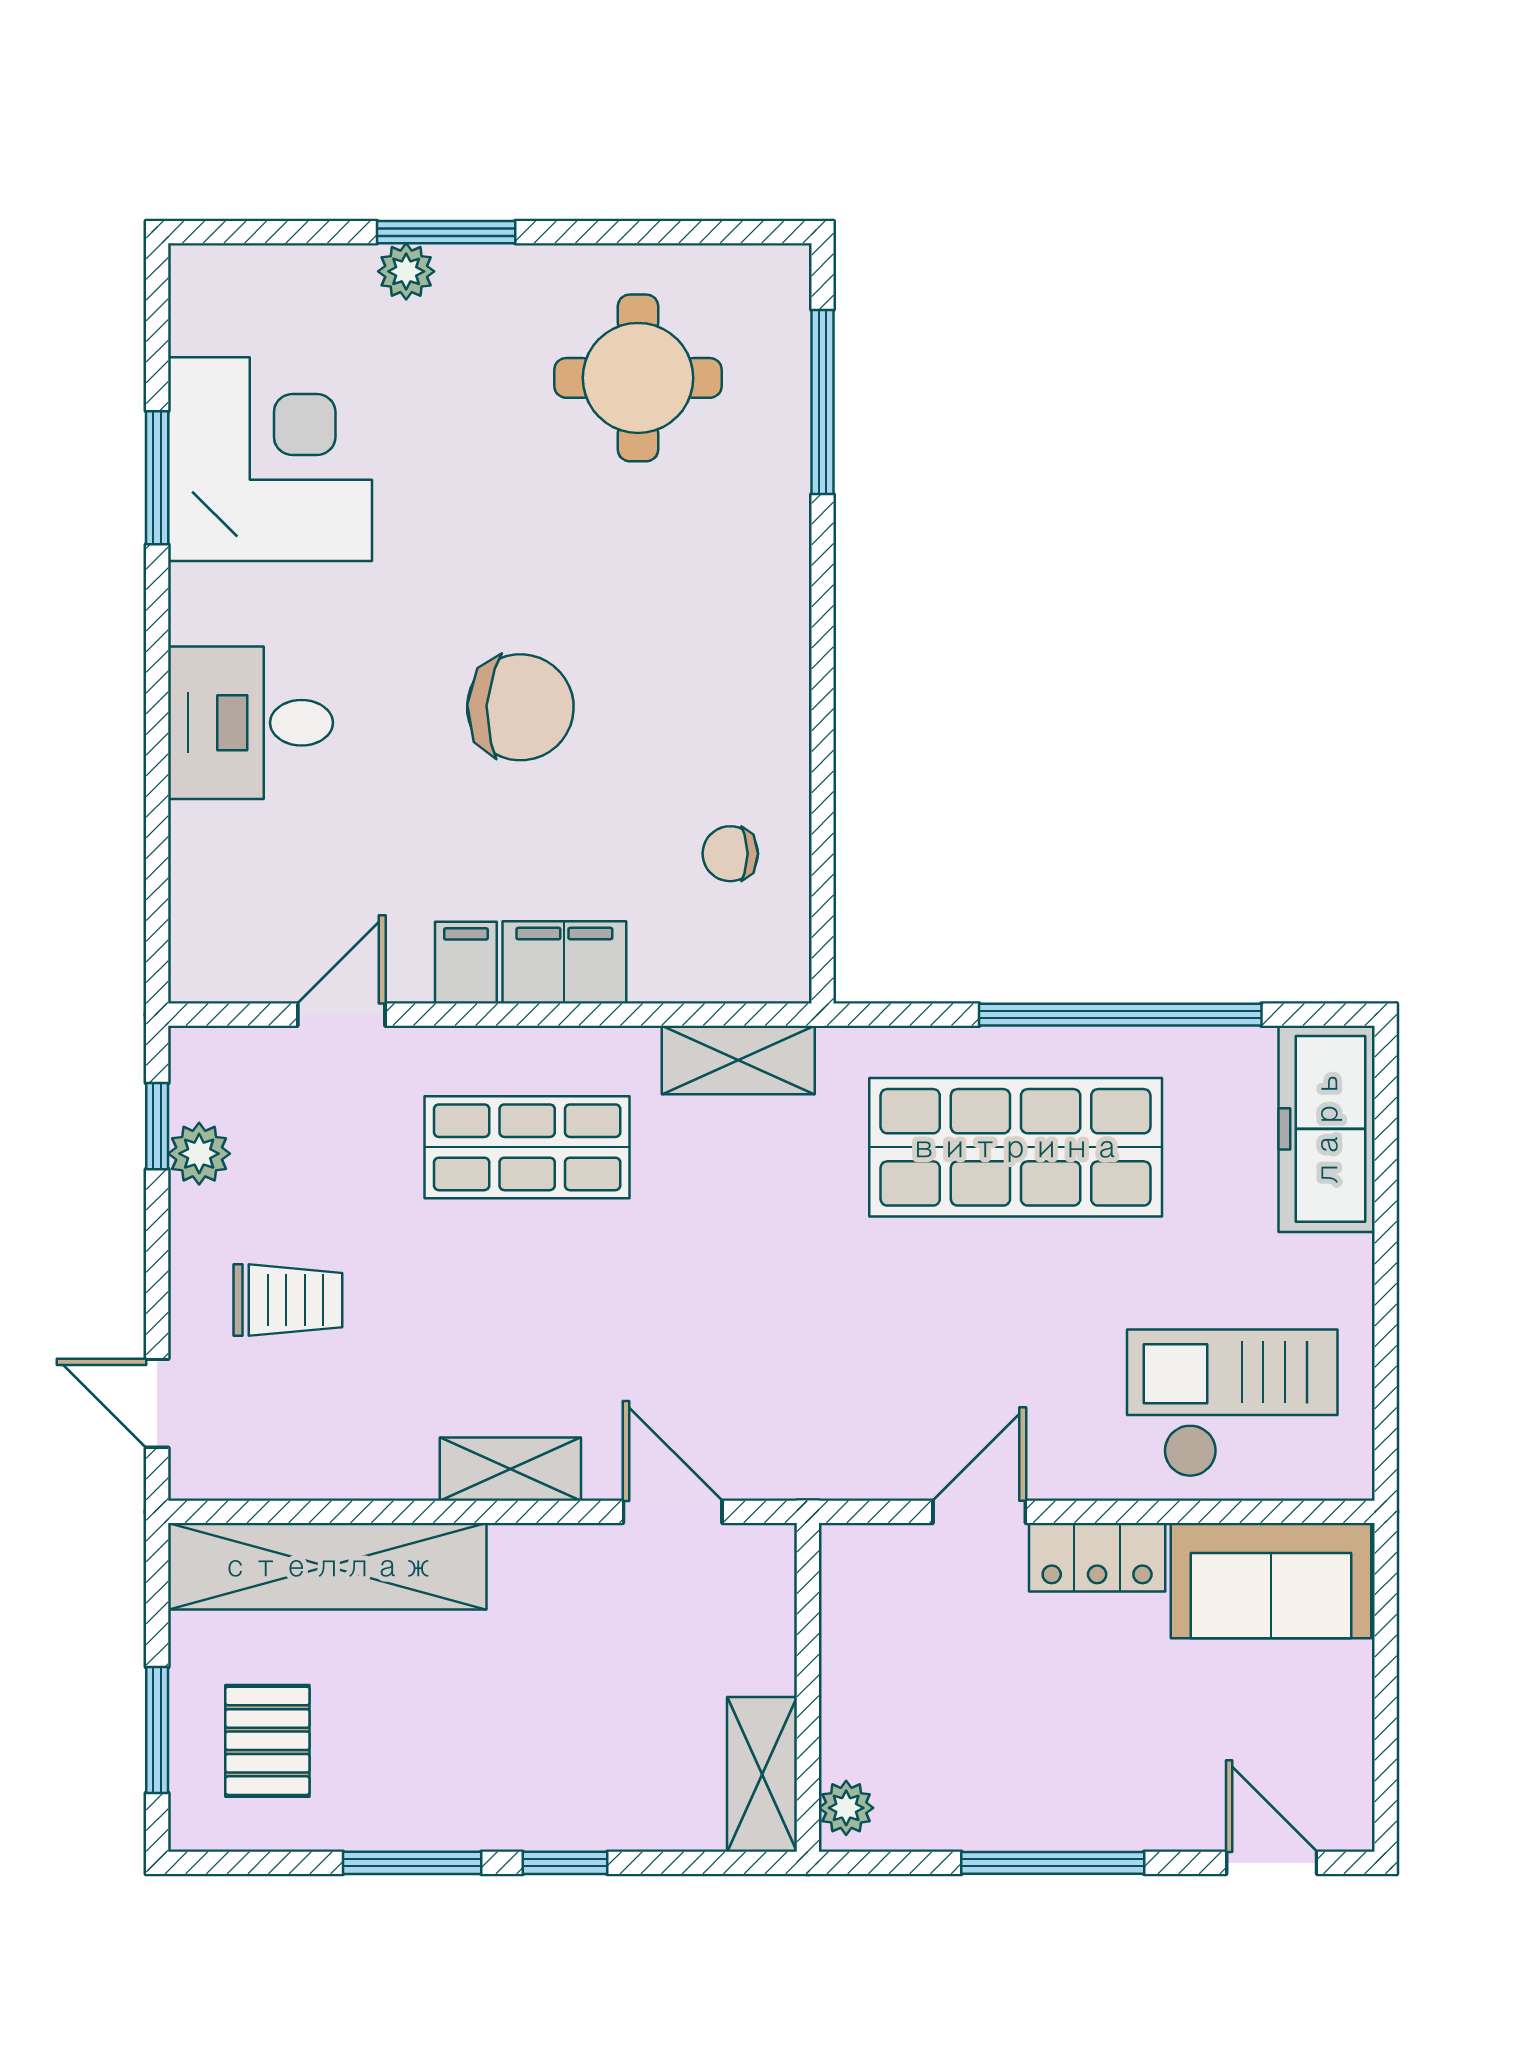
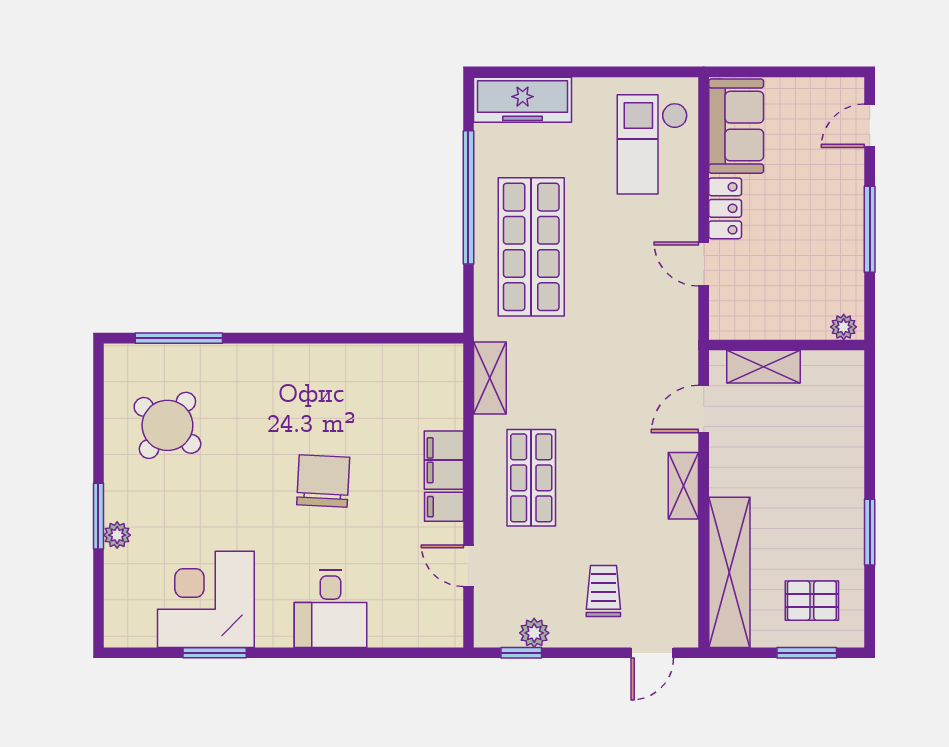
round table: (638, 378) -> (167, 425), turned 38
chair: (730, 854) -> (392, 382), removed
shelving: (762, 1774) -> (763, 367), moved
window: (565, 1863) -> (870, 460), removed

